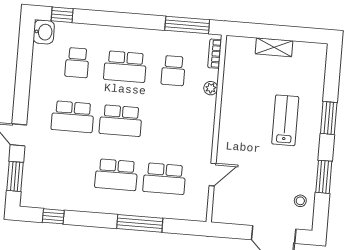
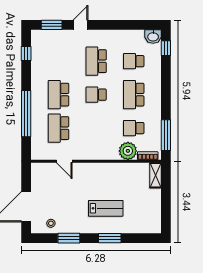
shelving: (274, 47) -> (156, 175), moved
plant: (211, 88) -> (128, 151), width x1.88, depth x1.88
school desk: (121, 121) -> (96, 95), width x0.54
window: (140, 223) -> (26, 114), width x1.46

